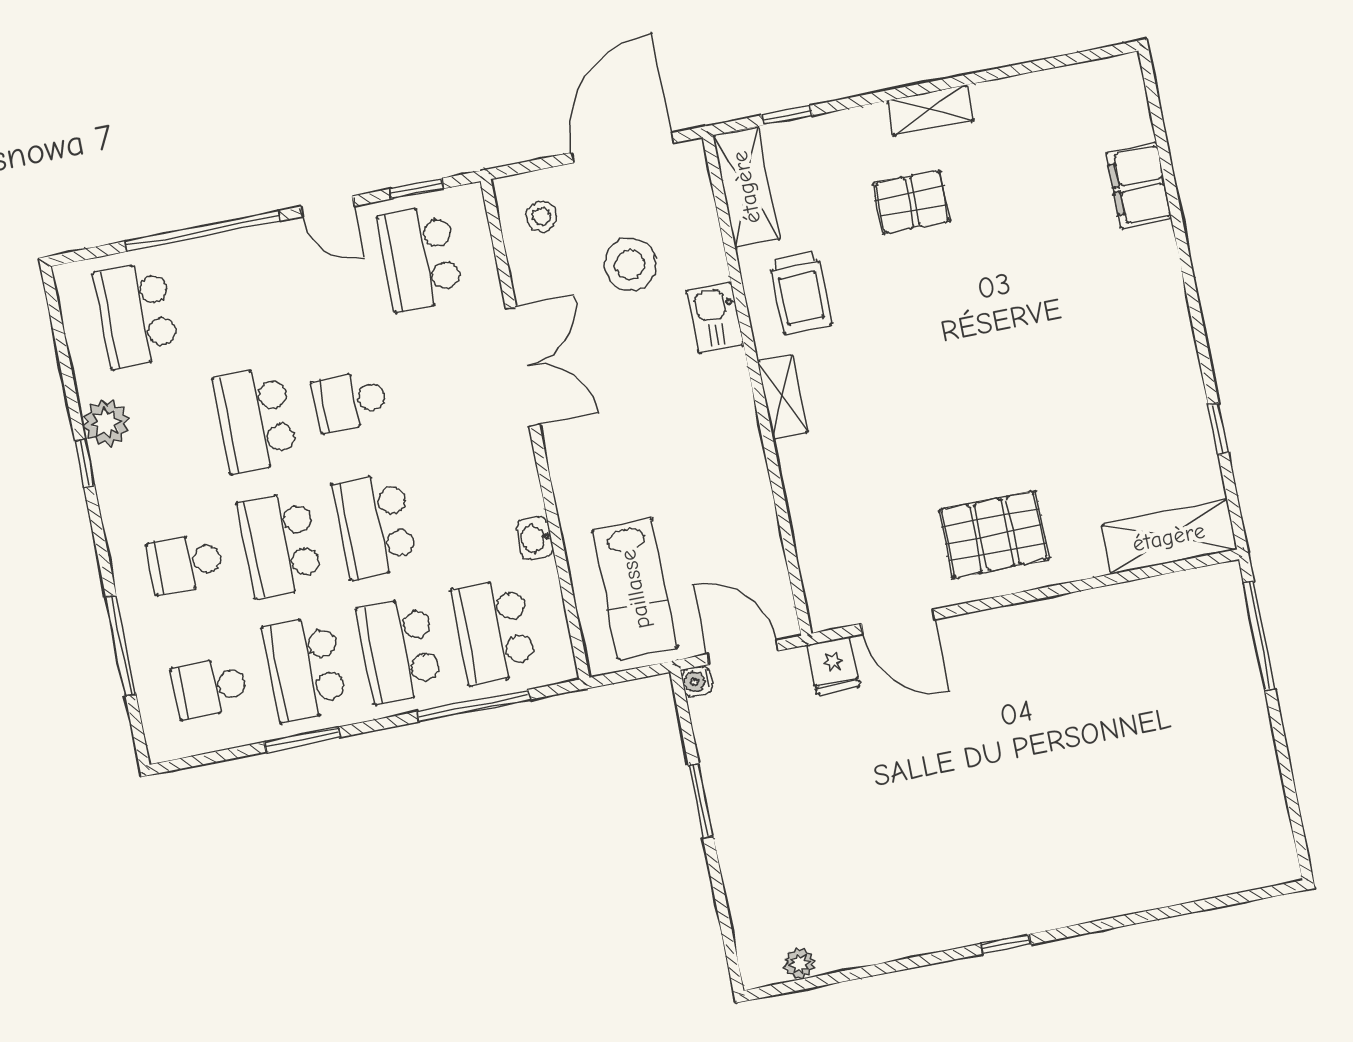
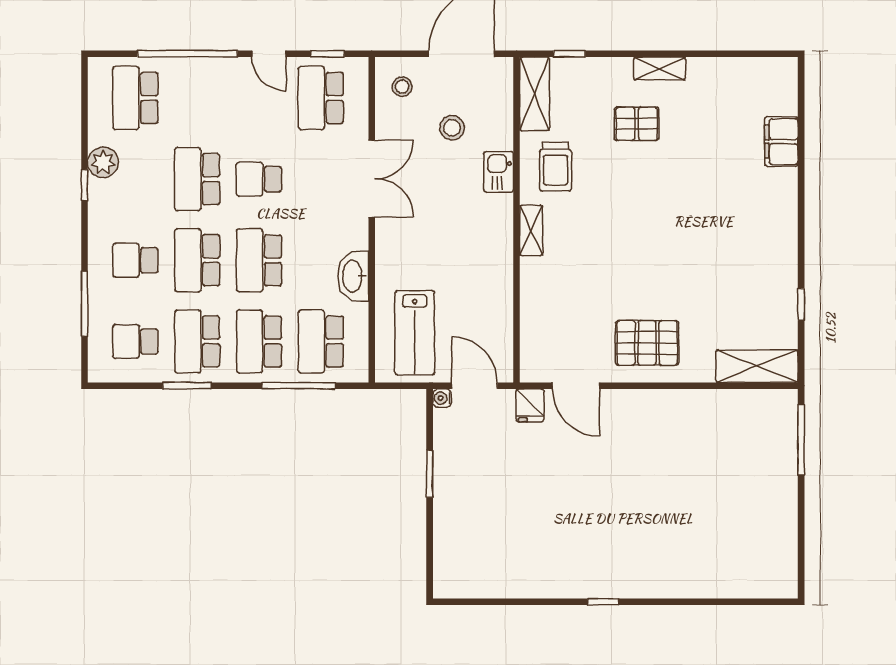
stool: (630, 264) -> (452, 128), width x0.73, depth x0.73
washbasin: (535, 538) -> (353, 276), width x1.91, depth x1.45
plant: (799, 964) -> (471, 588), removed

